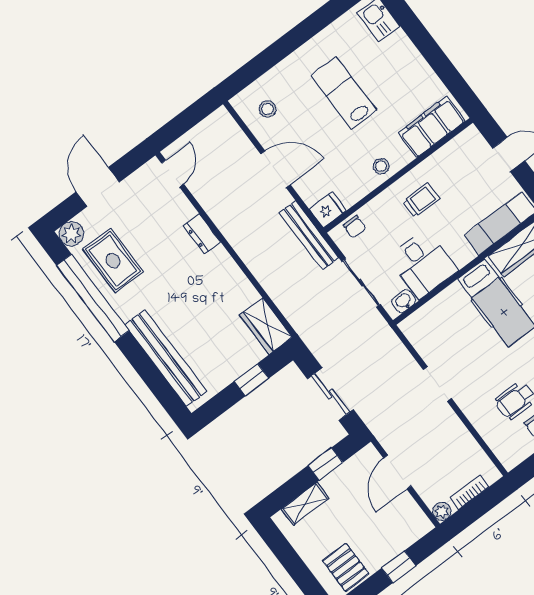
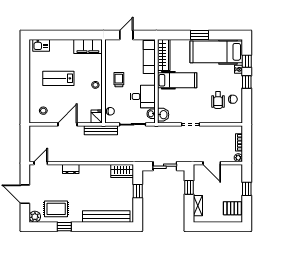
filing cabinet: (432, 127) -> (88, 47), moved, turned -90
door: (173, 174) -> (41, 163), hinge flipped
window: (93, 298) -> (64, 227), width x0.32
washbasin: (418, 323) -> (163, 115), added

